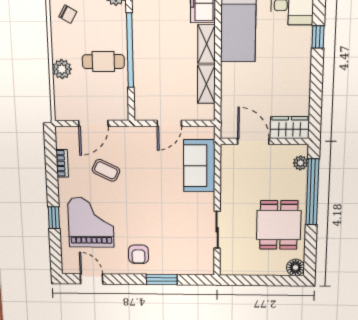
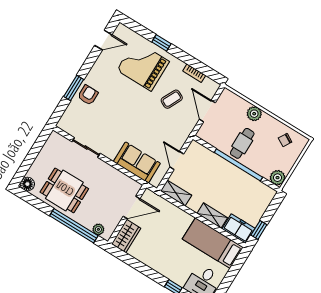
shelving: (206, 84) -> (176, 193), moved
grand piano: (91, 222) -> (143, 66), turned 180
armchair: (138, 254) -> (88, 95), moved, turned 90

